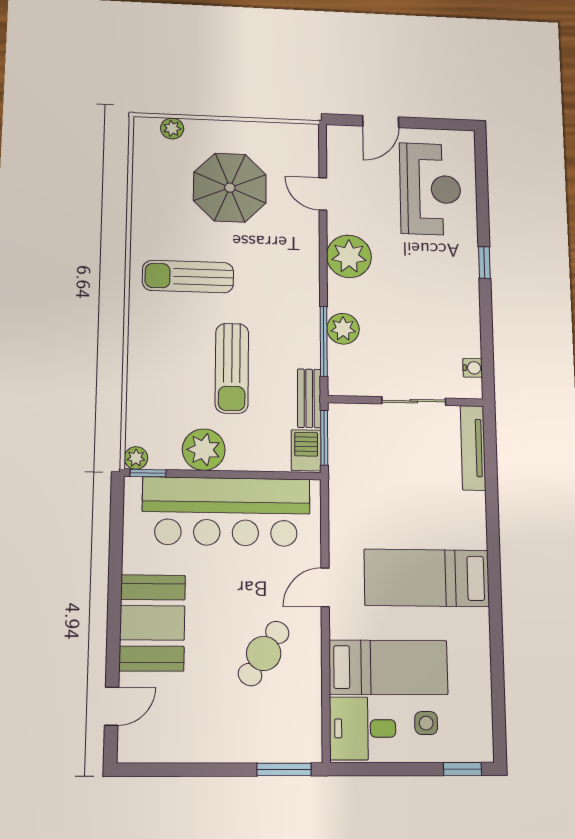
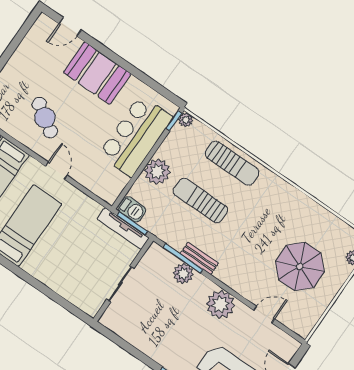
sun lounger: (188, 277) -> (232, 163), moved, turned 90
water cooler: (473, 368) -> (117, 328), removed
bench: (309, 398) -> (199, 258), moved
tv unit: (473, 448) -> (123, 229), moved, turned 180
plant: (204, 450) -> (157, 172), moved
bar counter: (226, 512) -> (136, 136), width x0.73
door: (112, 706) -> (70, 27), hinge flipped

